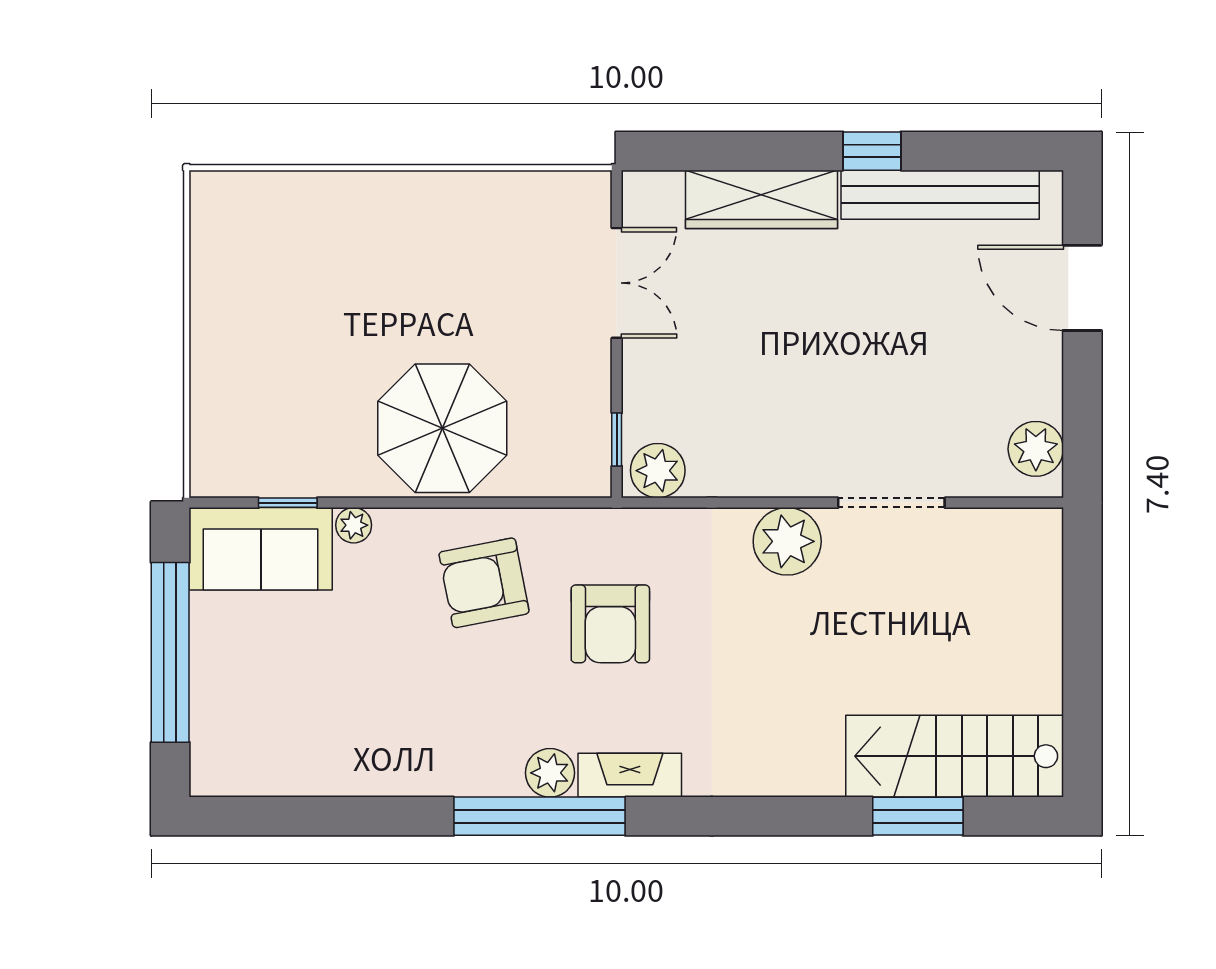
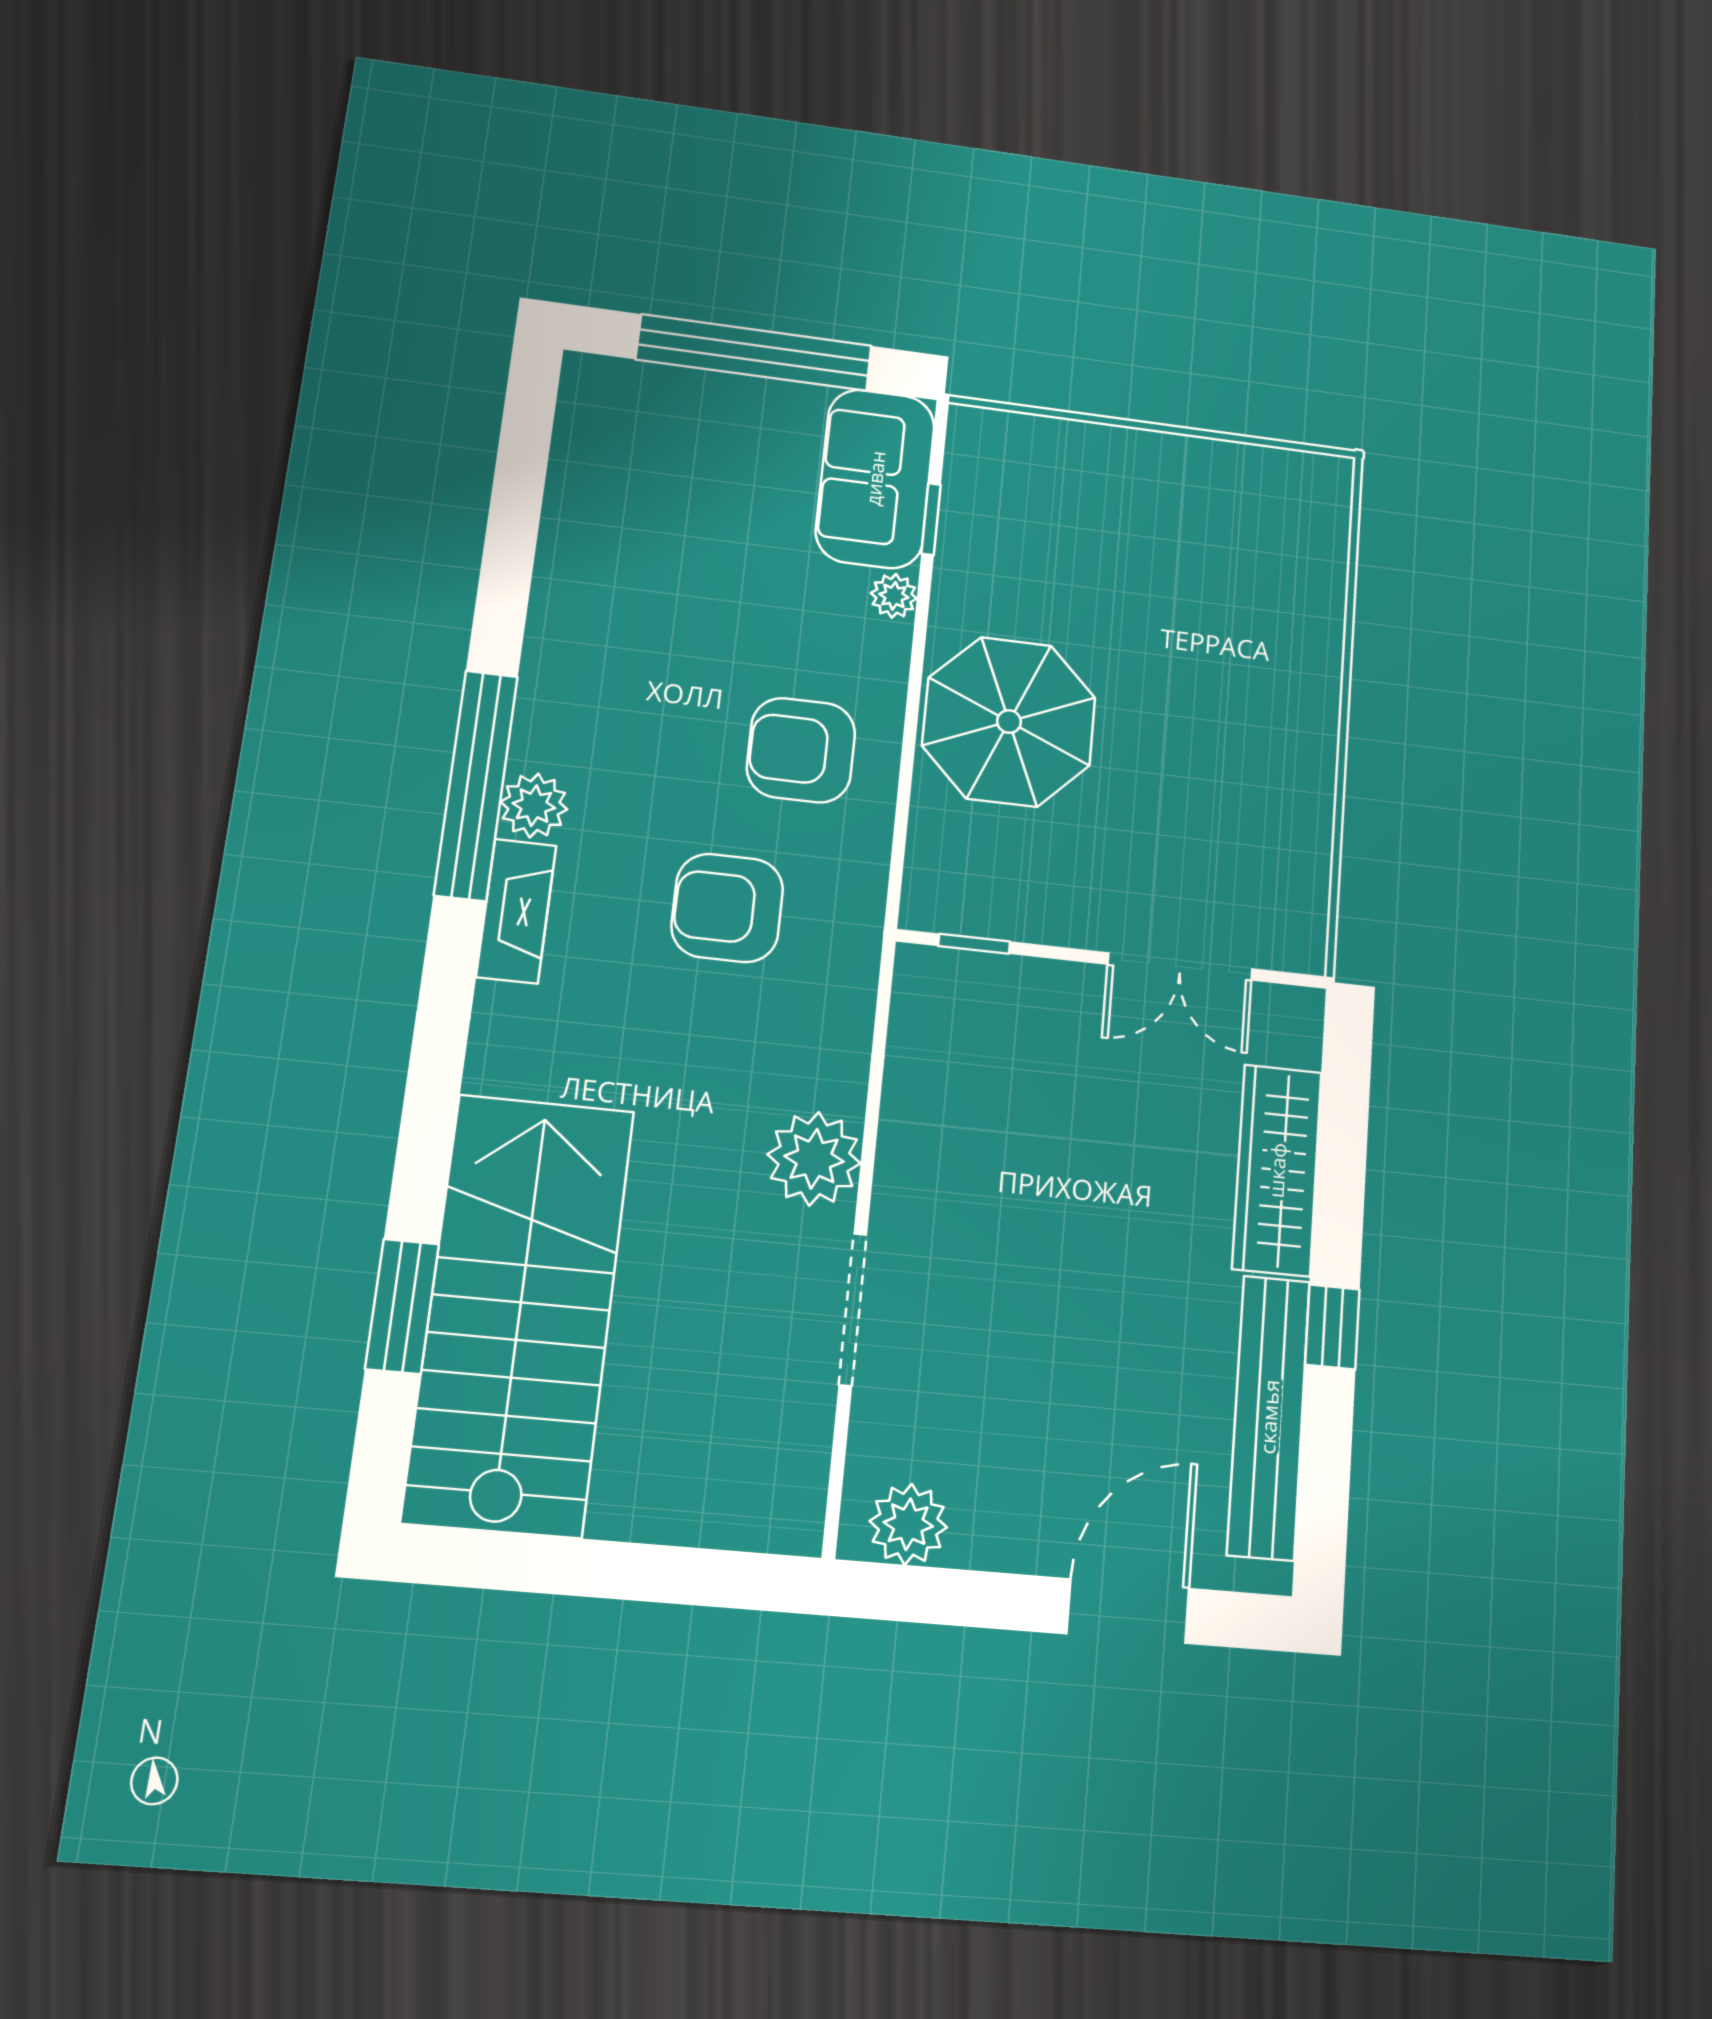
plant: (658, 471) -> (928, 993), removed
armchair: (484, 583) -> (801, 750), turned -79
stairs: (955, 756) -> (520, 1313), width x1.36, depth x1.51

